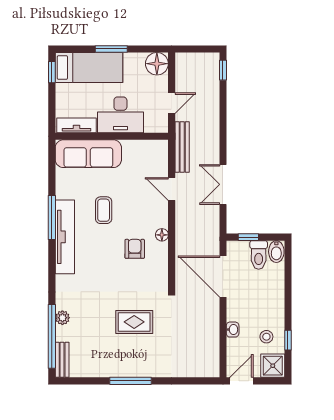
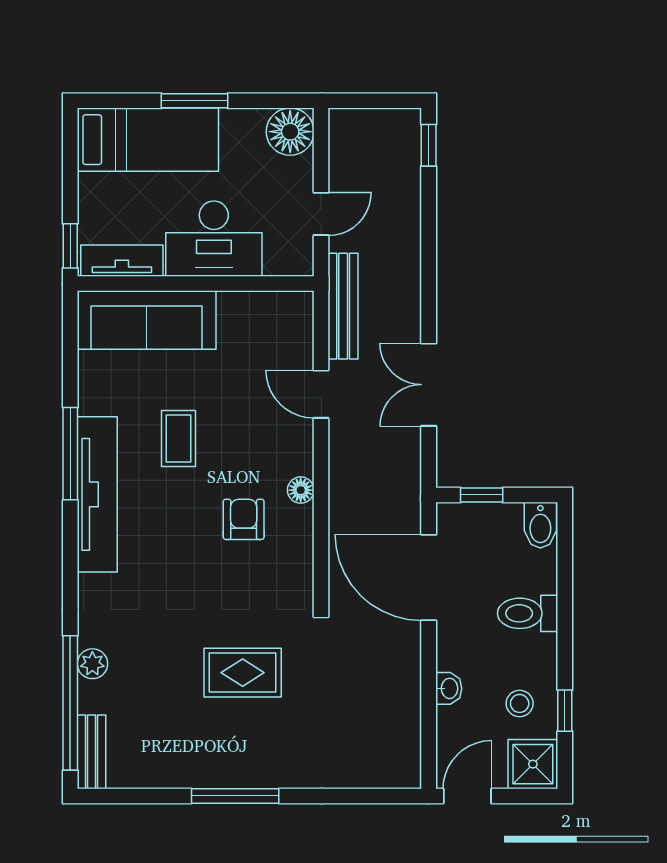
window: (52, 72) -> (70, 246), moved
toilet: (259, 255) -> (528, 613), moved, turned 90

